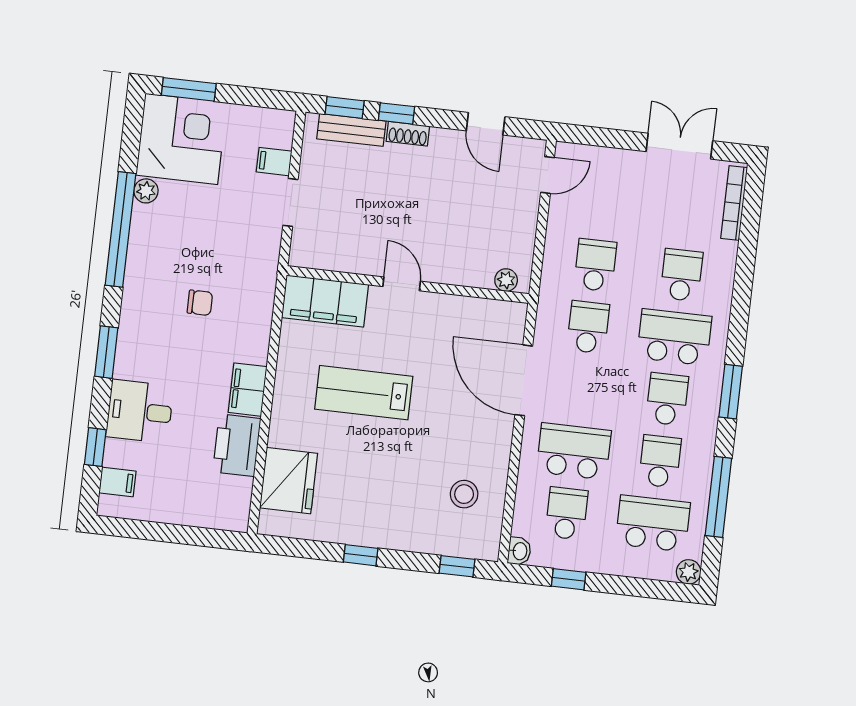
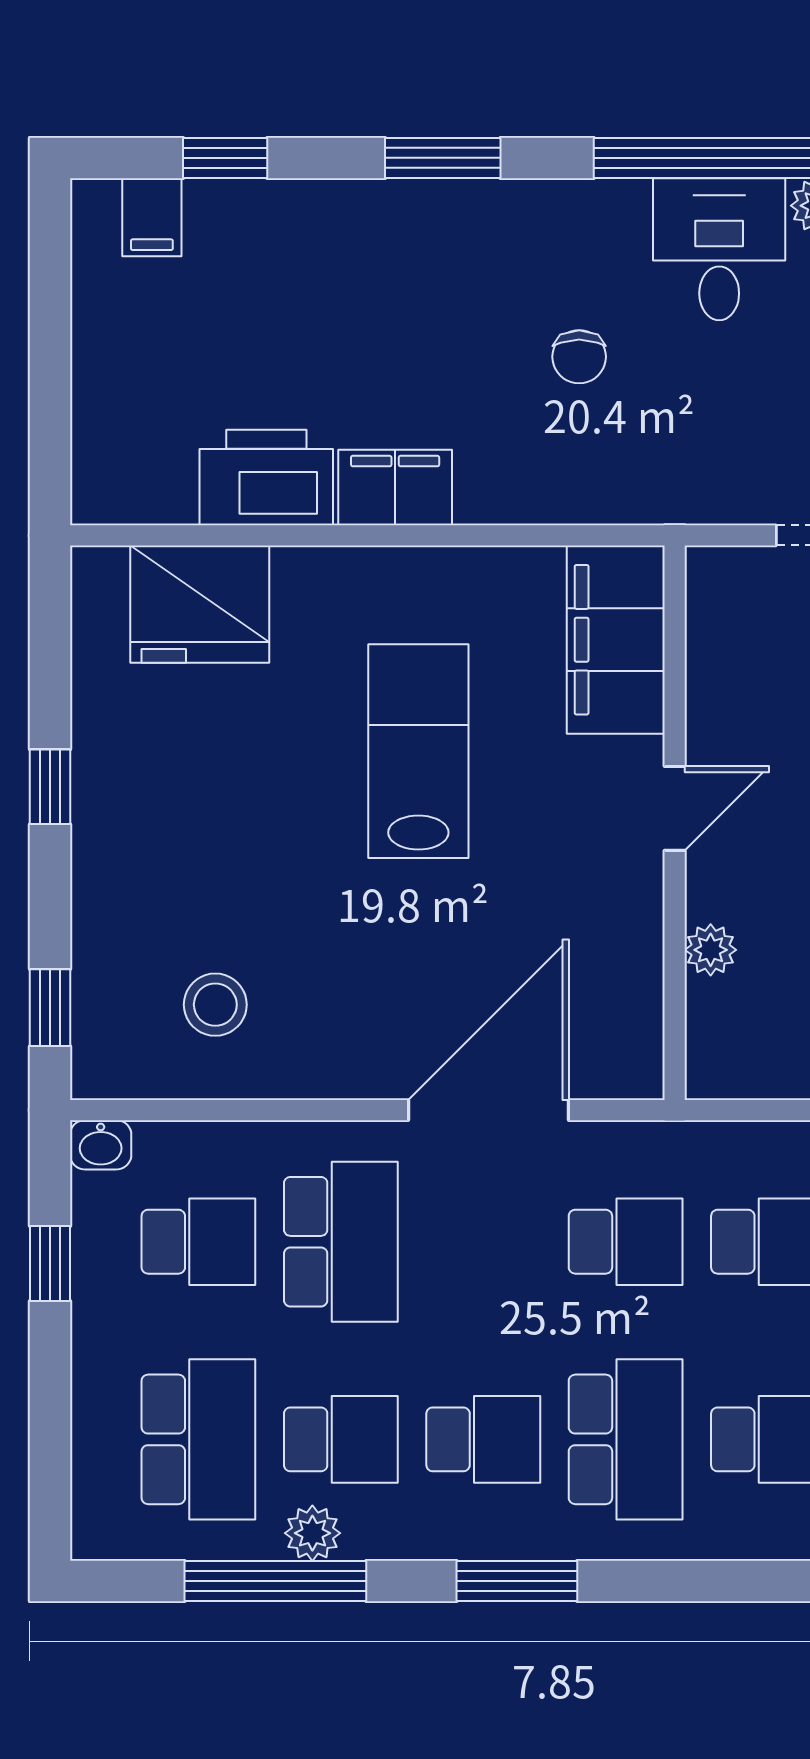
plant: (506, 280) -> (711, 950), moved
desk: (140, 411) -> (719, 249), moved
plant: (689, 572) -> (312, 1533), moved

